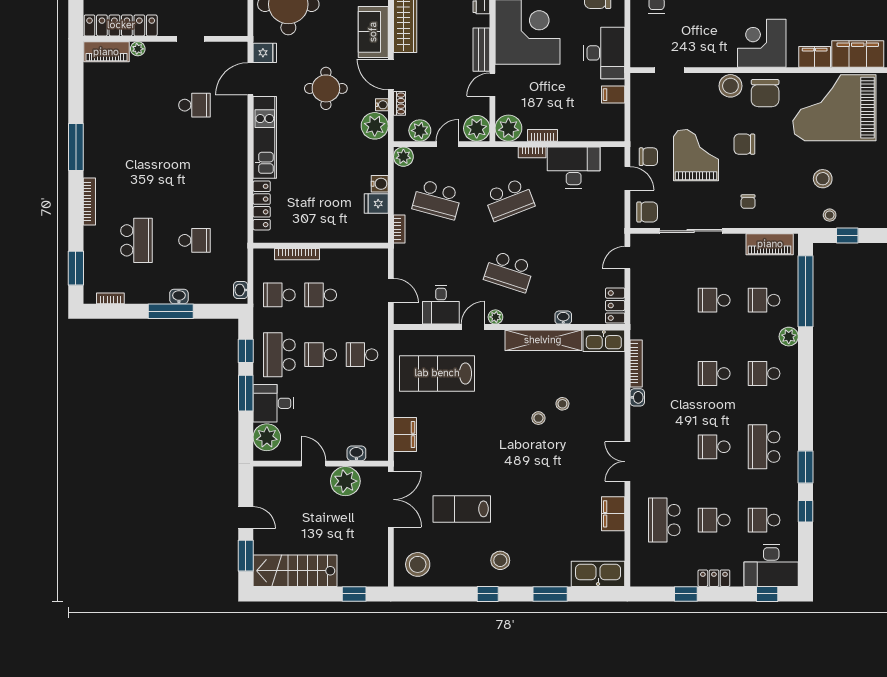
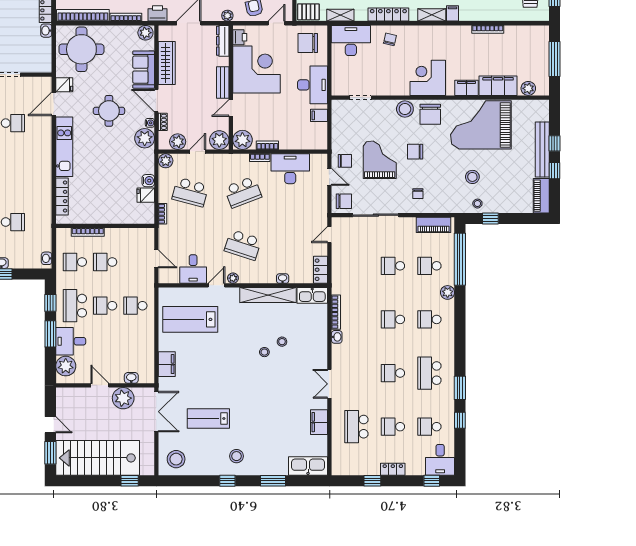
desk: (771, 565) -> (440, 460), width x0.73
stairs: (295, 571) -> (98, 458), width x1.36, depth x1.51

